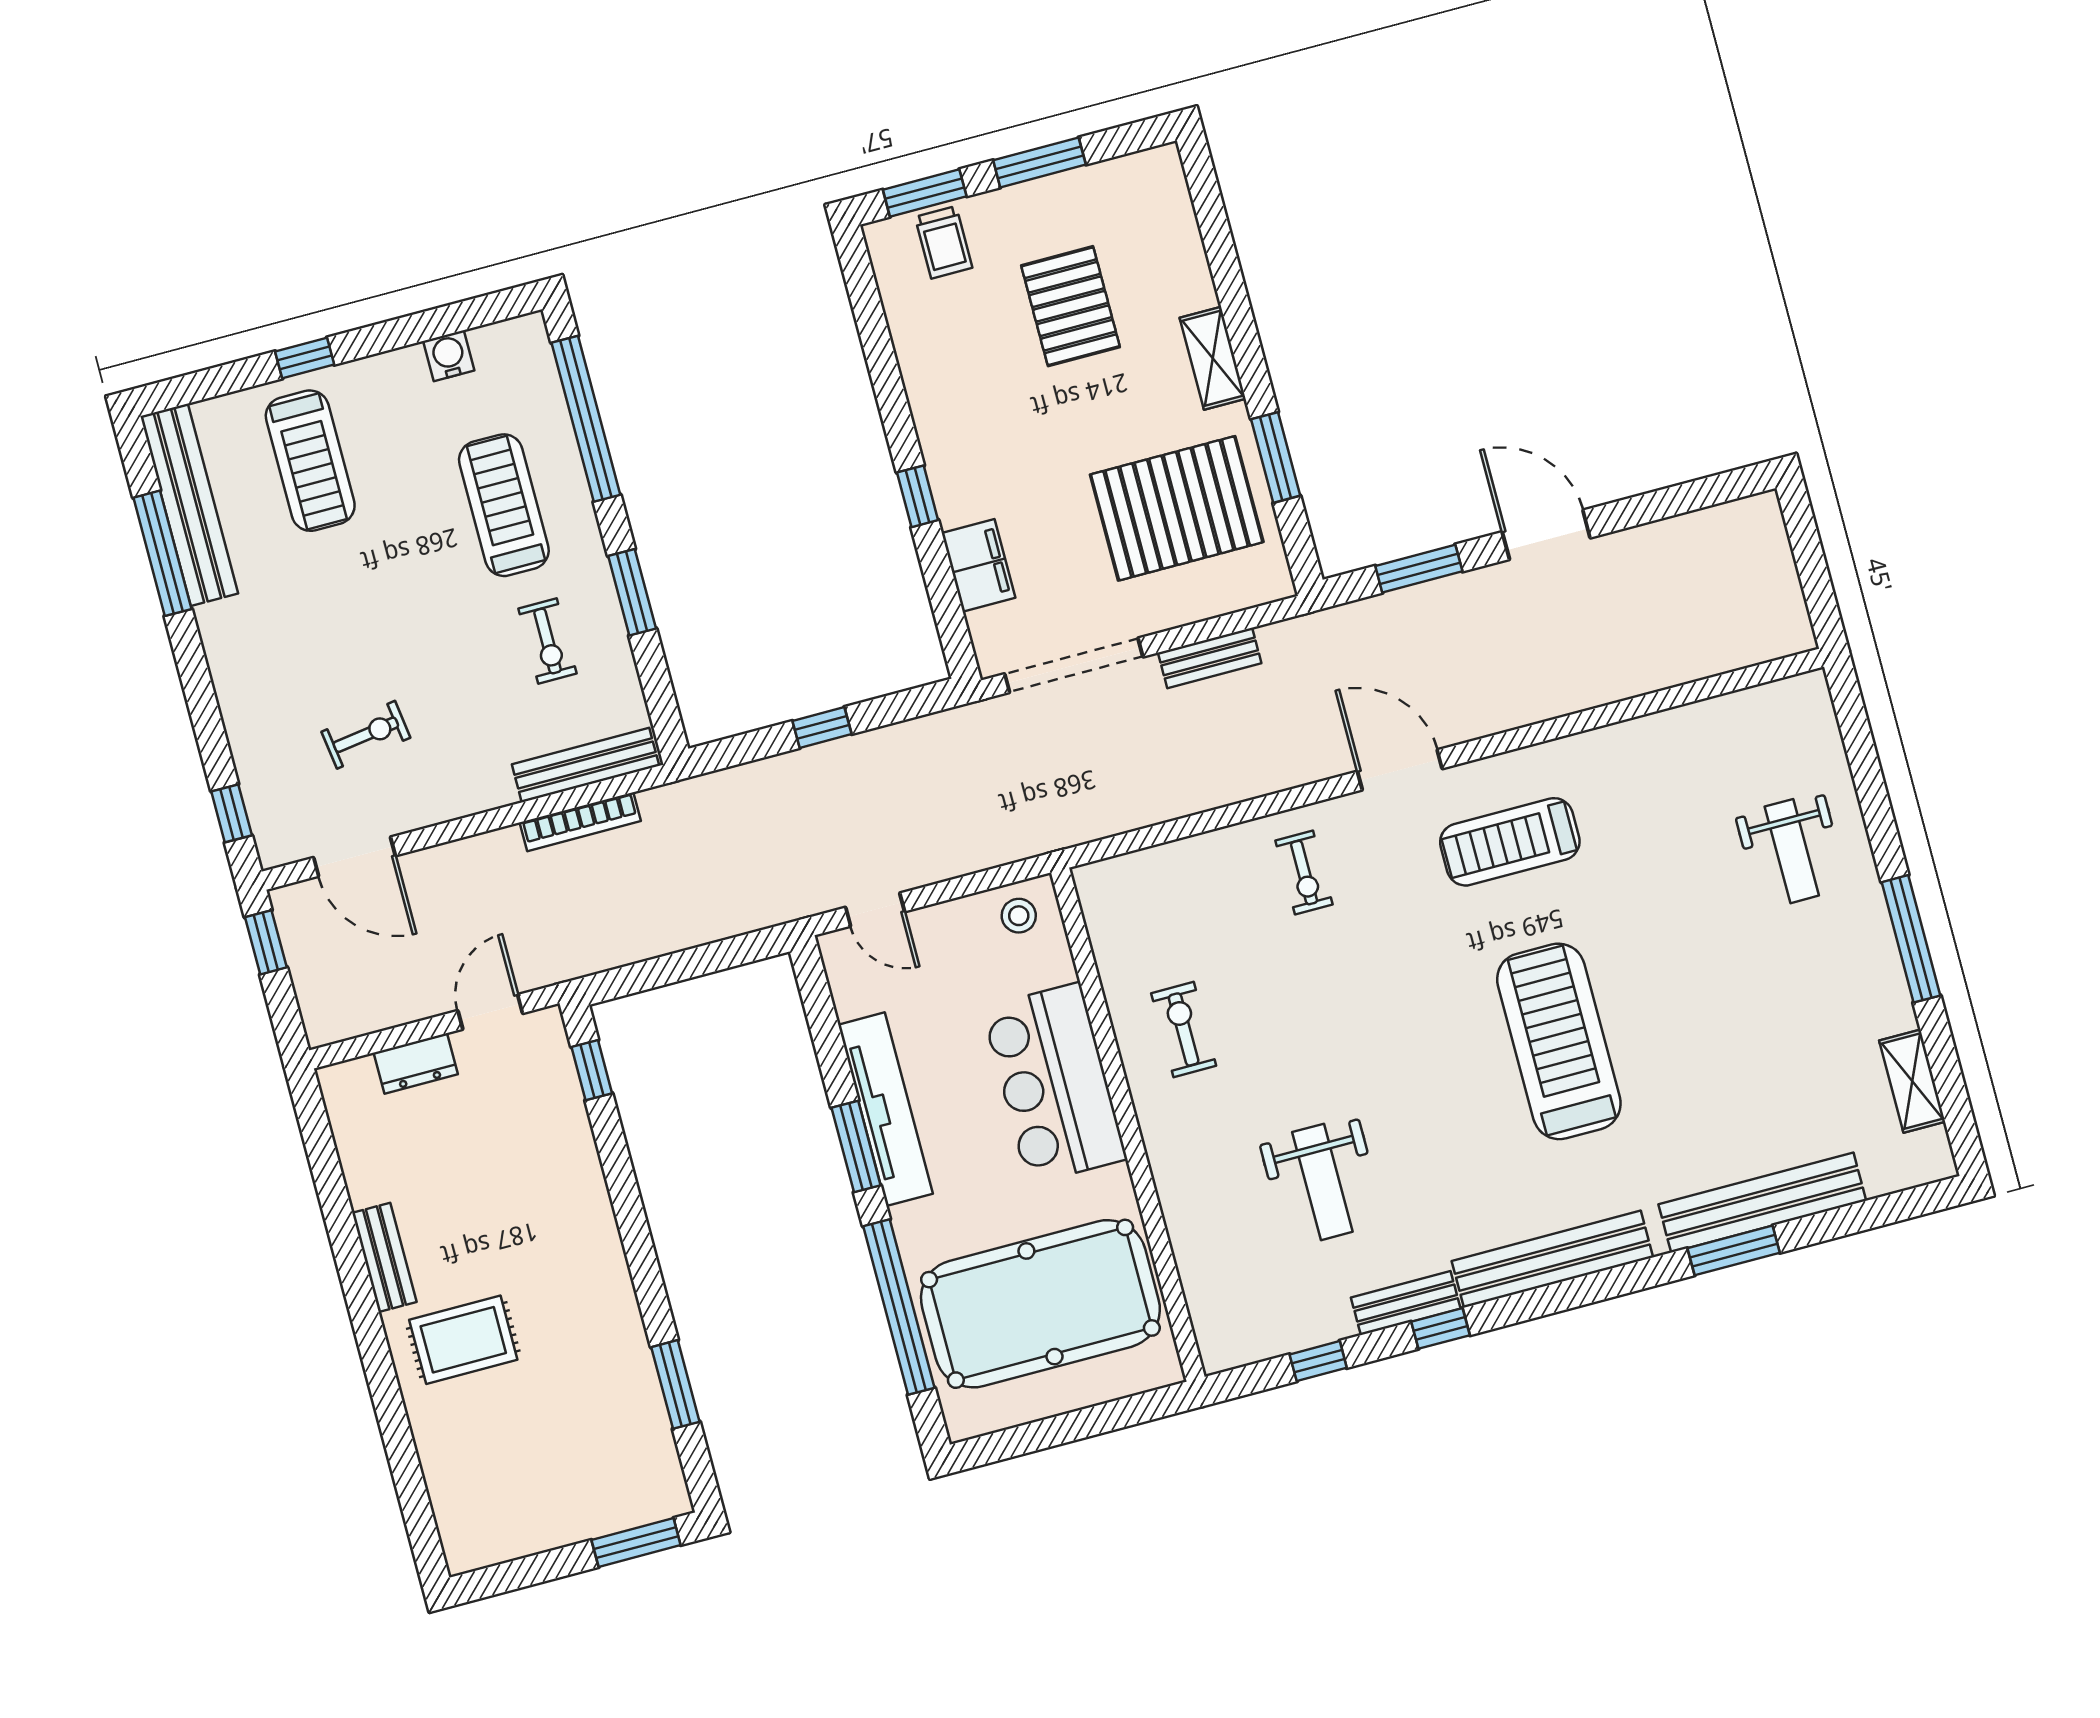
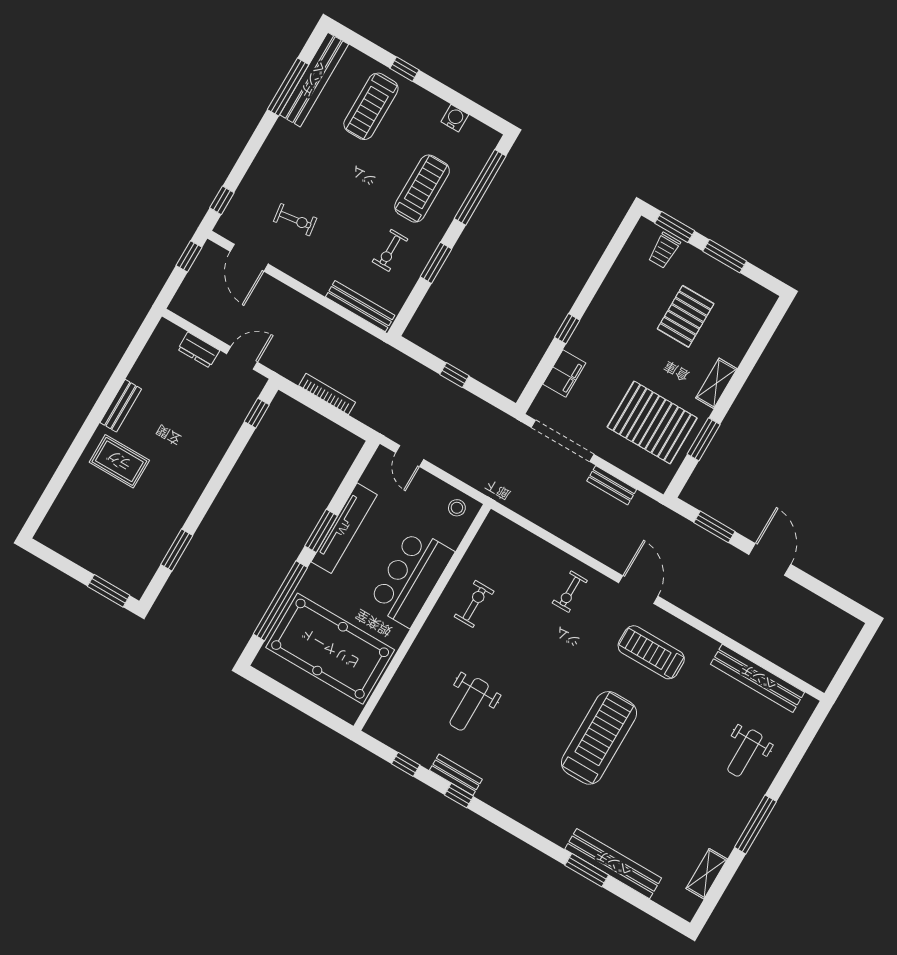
bookcase: (580, 822) -> (327, 394), moved, turned 180
bench: (1552, 1259) -> (758, 678), moved

